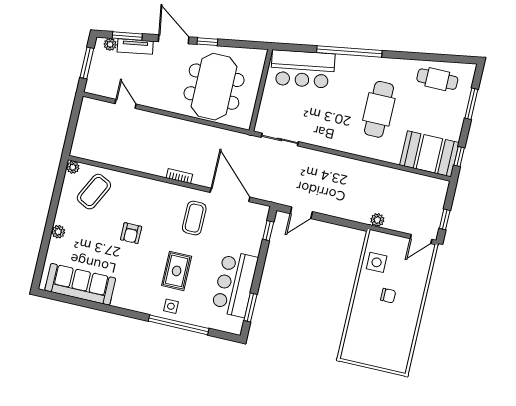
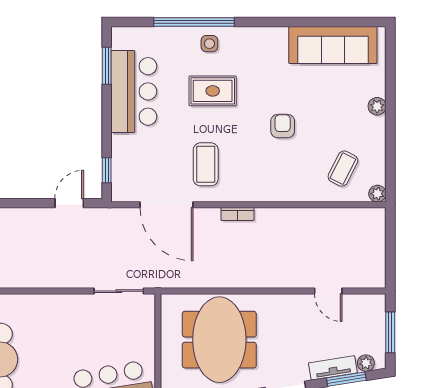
coffee table: (94, 192) -> (343, 169), width x0.73, depth x0.77
rug: (177, 271) -> (213, 91), turned 90

